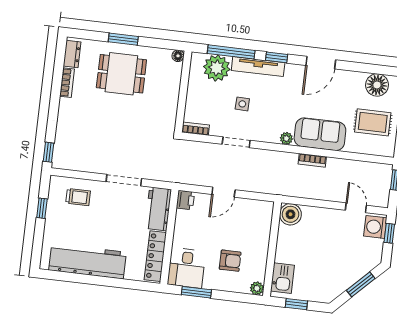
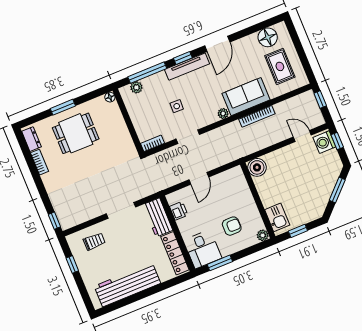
tv unit: (258, 67) -> (187, 67), moved
plant: (217, 68) -> (136, 87), width x0.53, depth x0.53
rug: (373, 122) -> (280, 66), turned 90
bookcase: (312, 160) -> (257, 116), width x1.56
printer: (185, 200) -> (179, 211), moved

